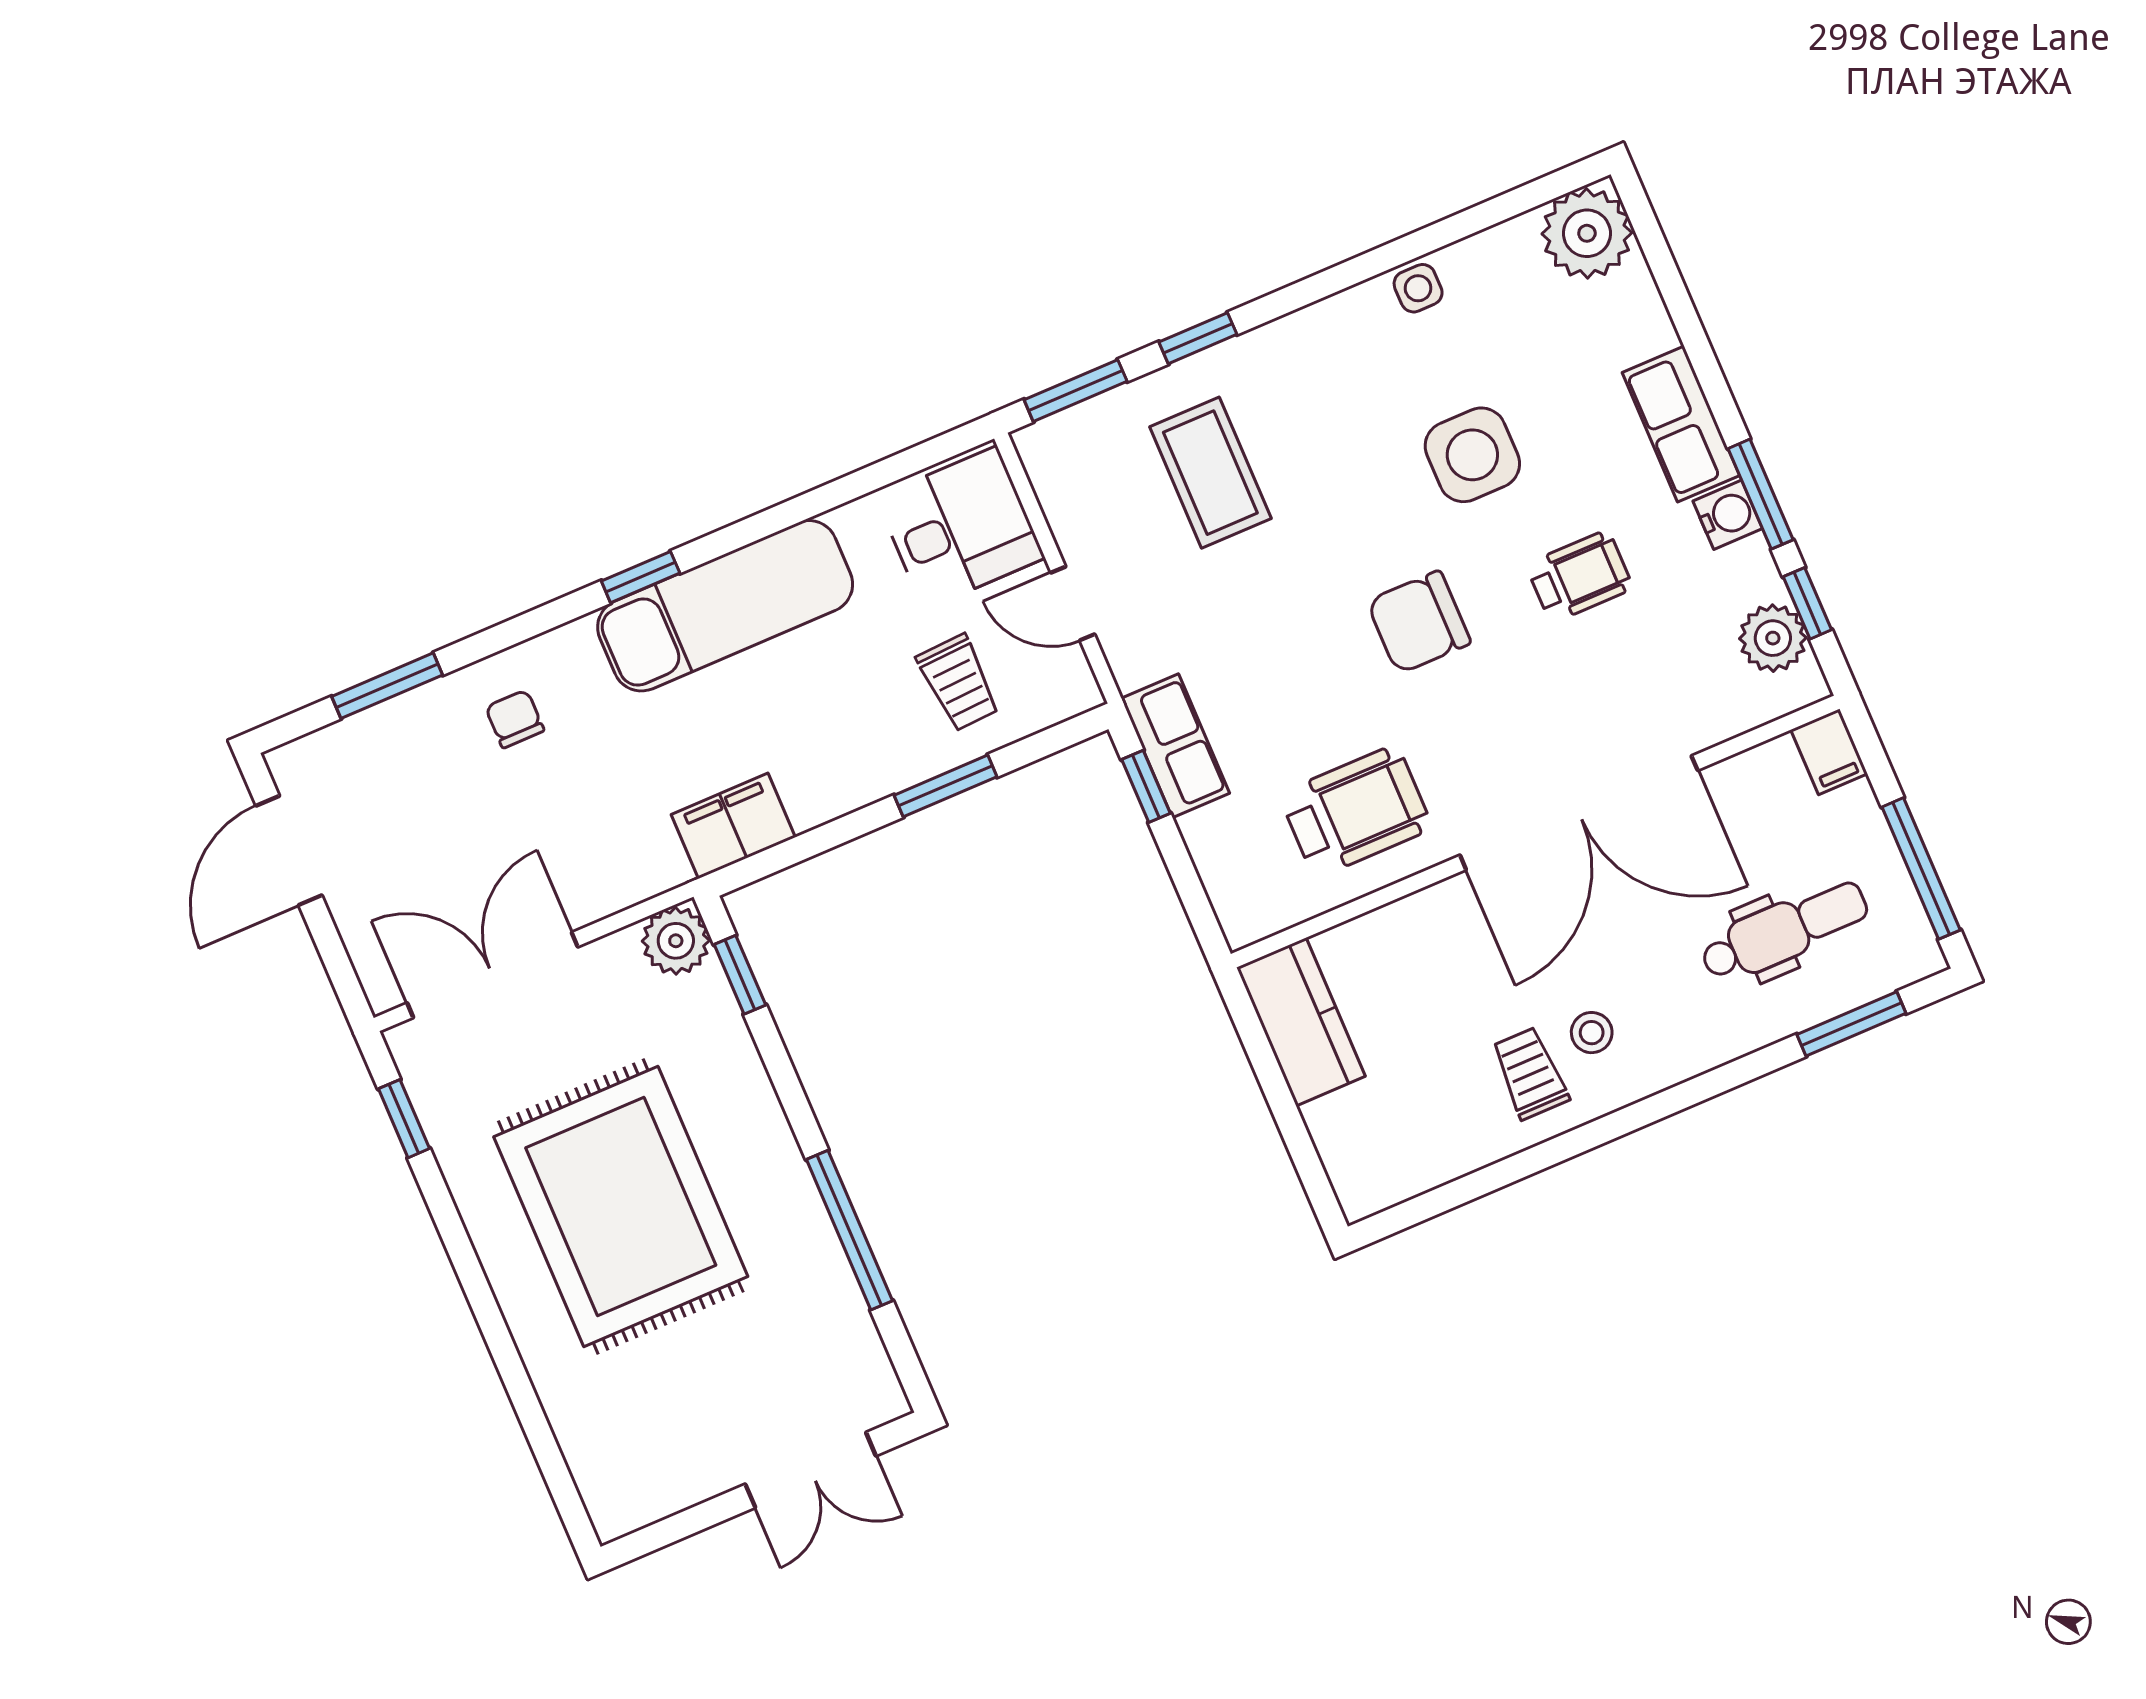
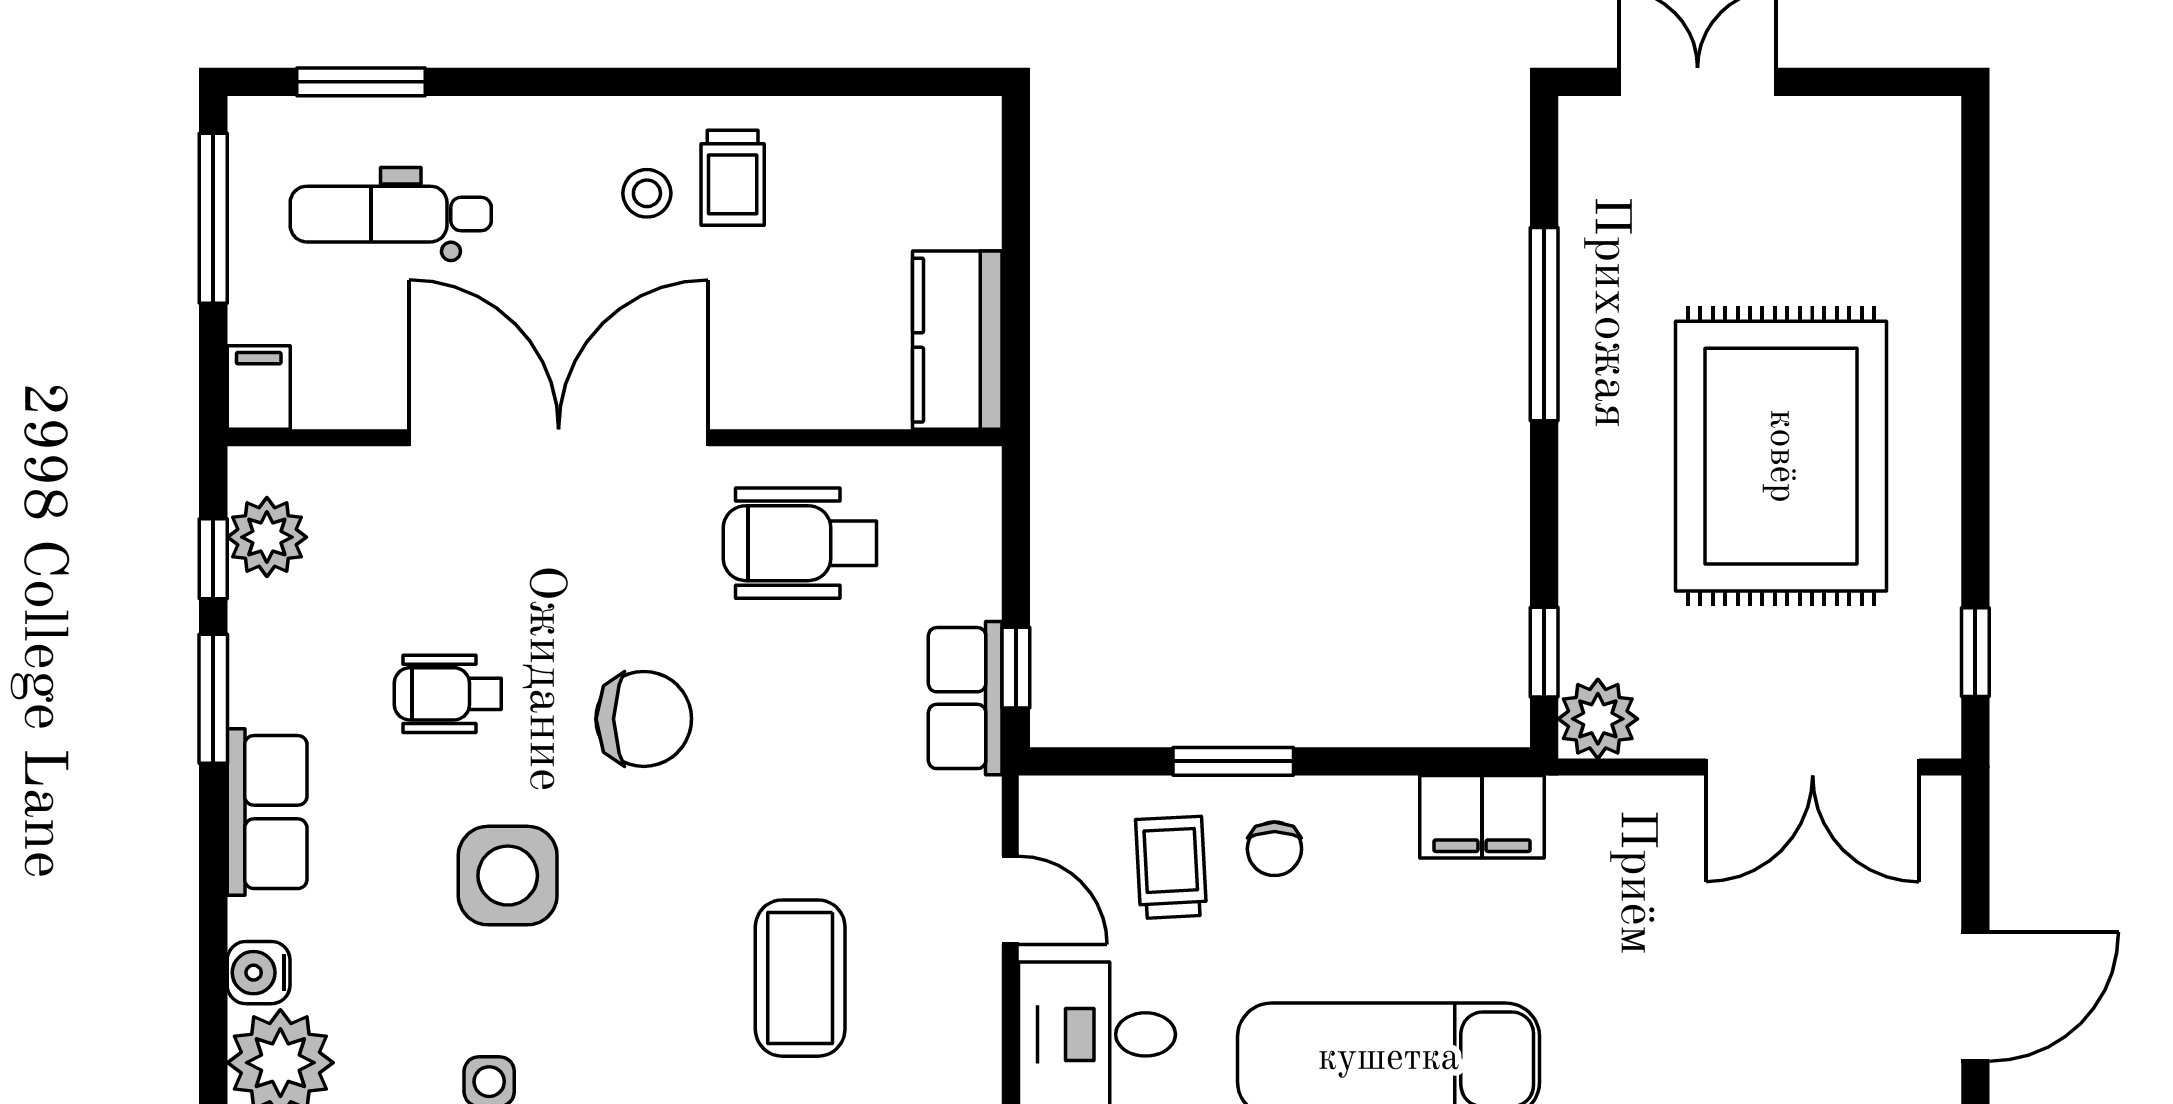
water cooler: (1728, 515) -> (259, 973), moved
chair: (515, 719) -> (1274, 849), moved

